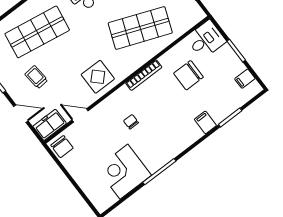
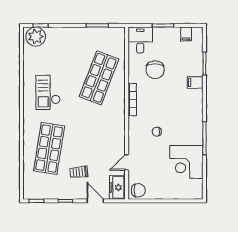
display table: (98, 77) -> (110, 131), removed
door: (21, 114) -> (95, 201), hinge flipped

